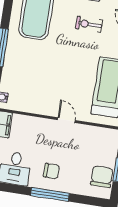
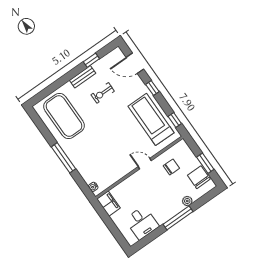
chair: (51, 171) -> (171, 167), moved
plant: (72, 188) -> (187, 201), added

